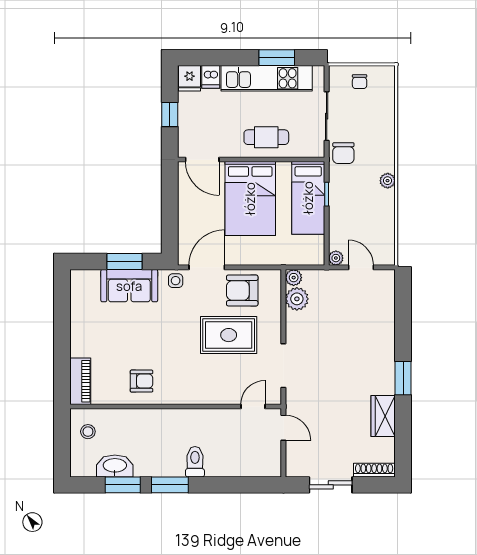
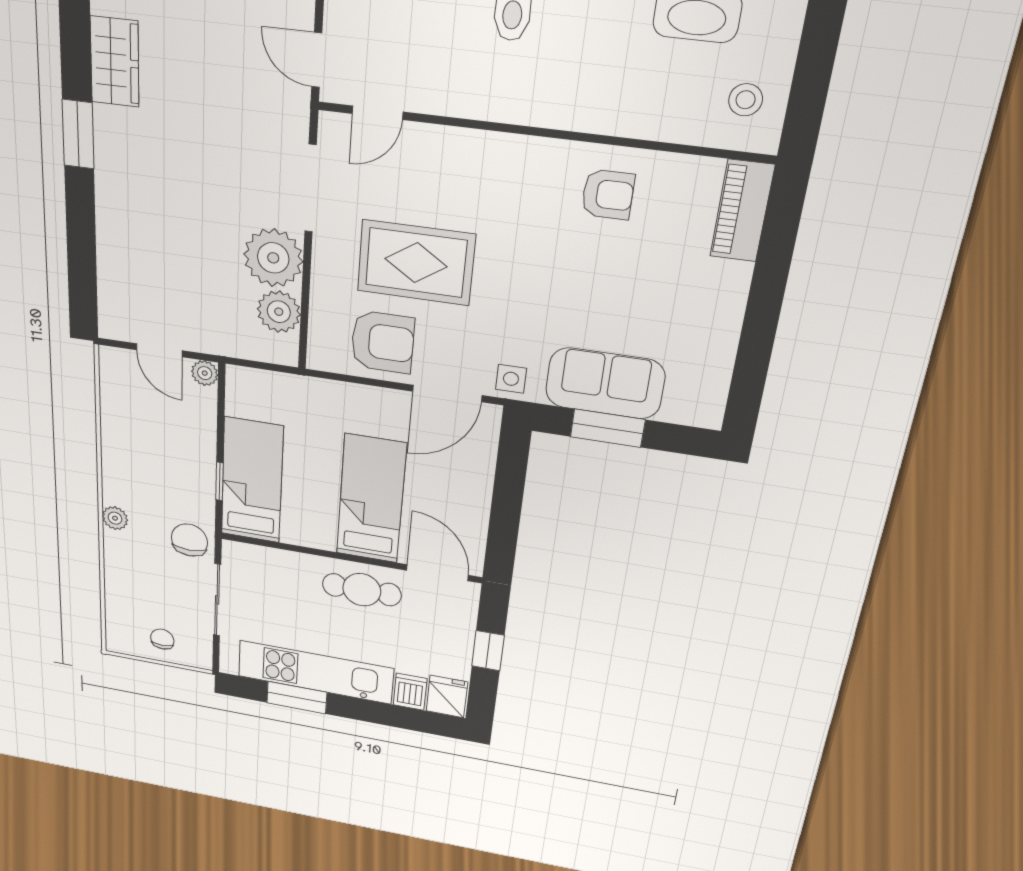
cafe table: (266, 137) -> (362, 590), moved
plant: (388, 181) -> (115, 518), moved
bed: (250, 199) -> (371, 499), width x0.67
plant: (294, 278) -> (273, 258), moved, width x1.88, depth x1.88
armchair: (142, 381) -> (608, 194), turned 180

